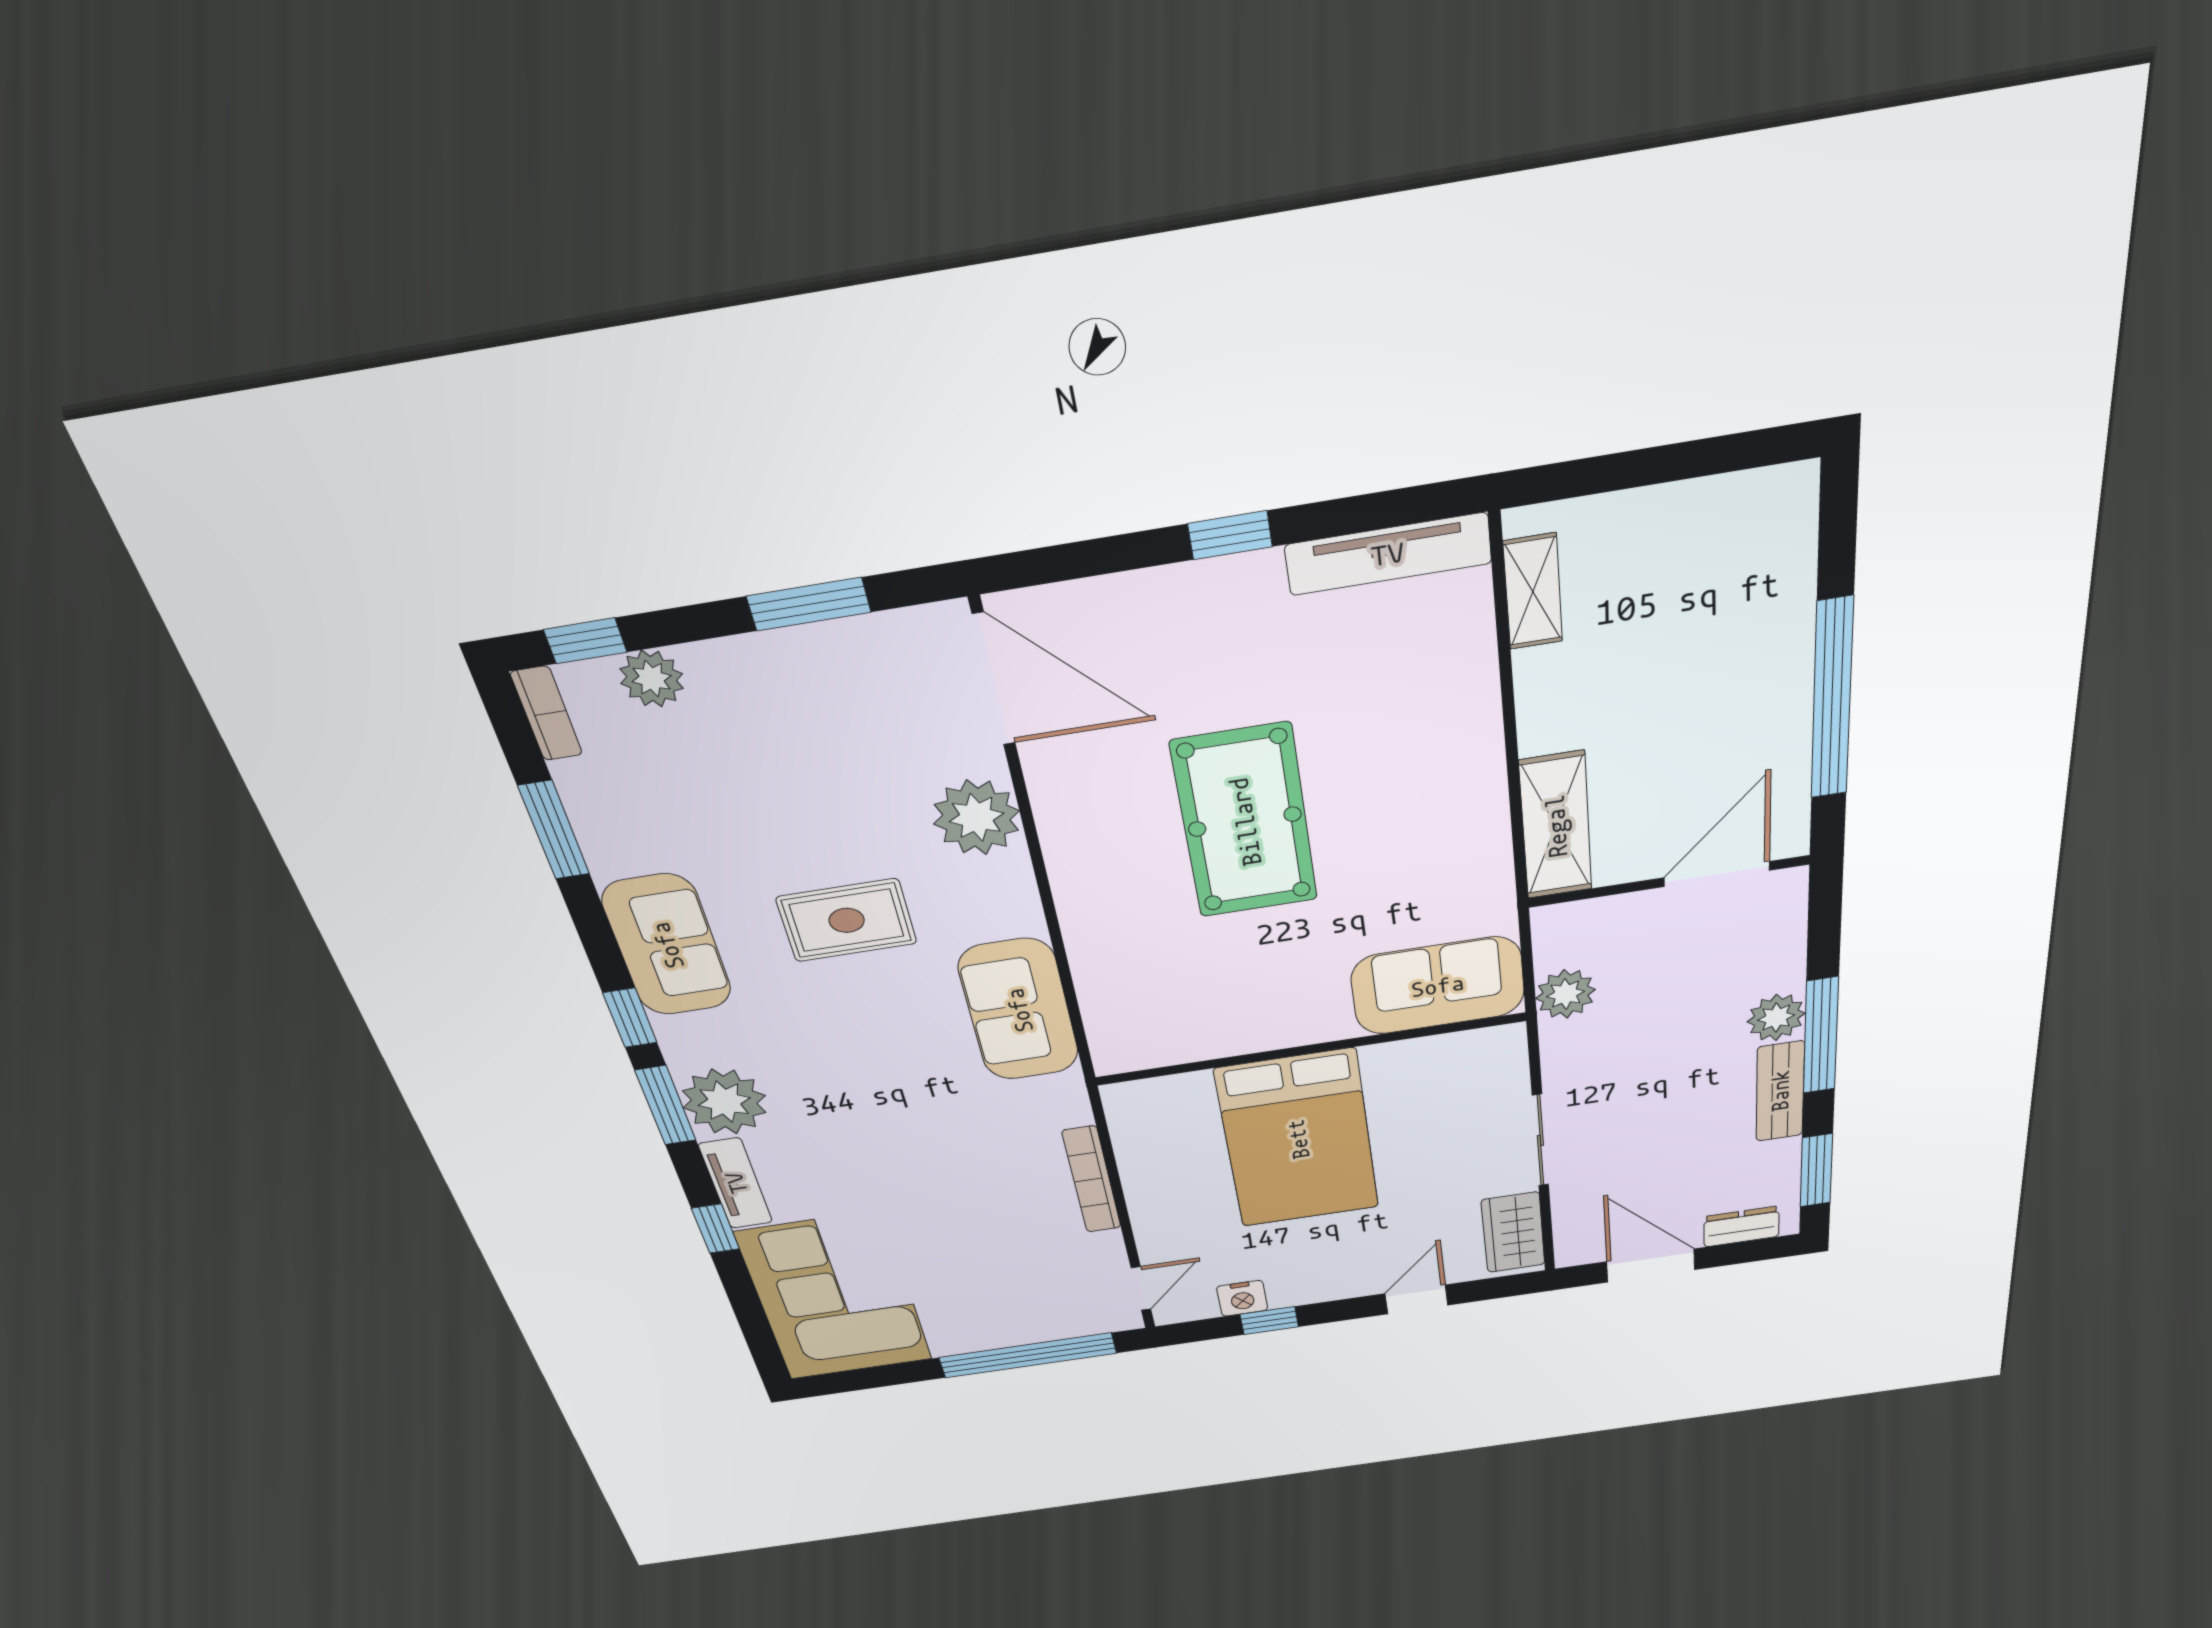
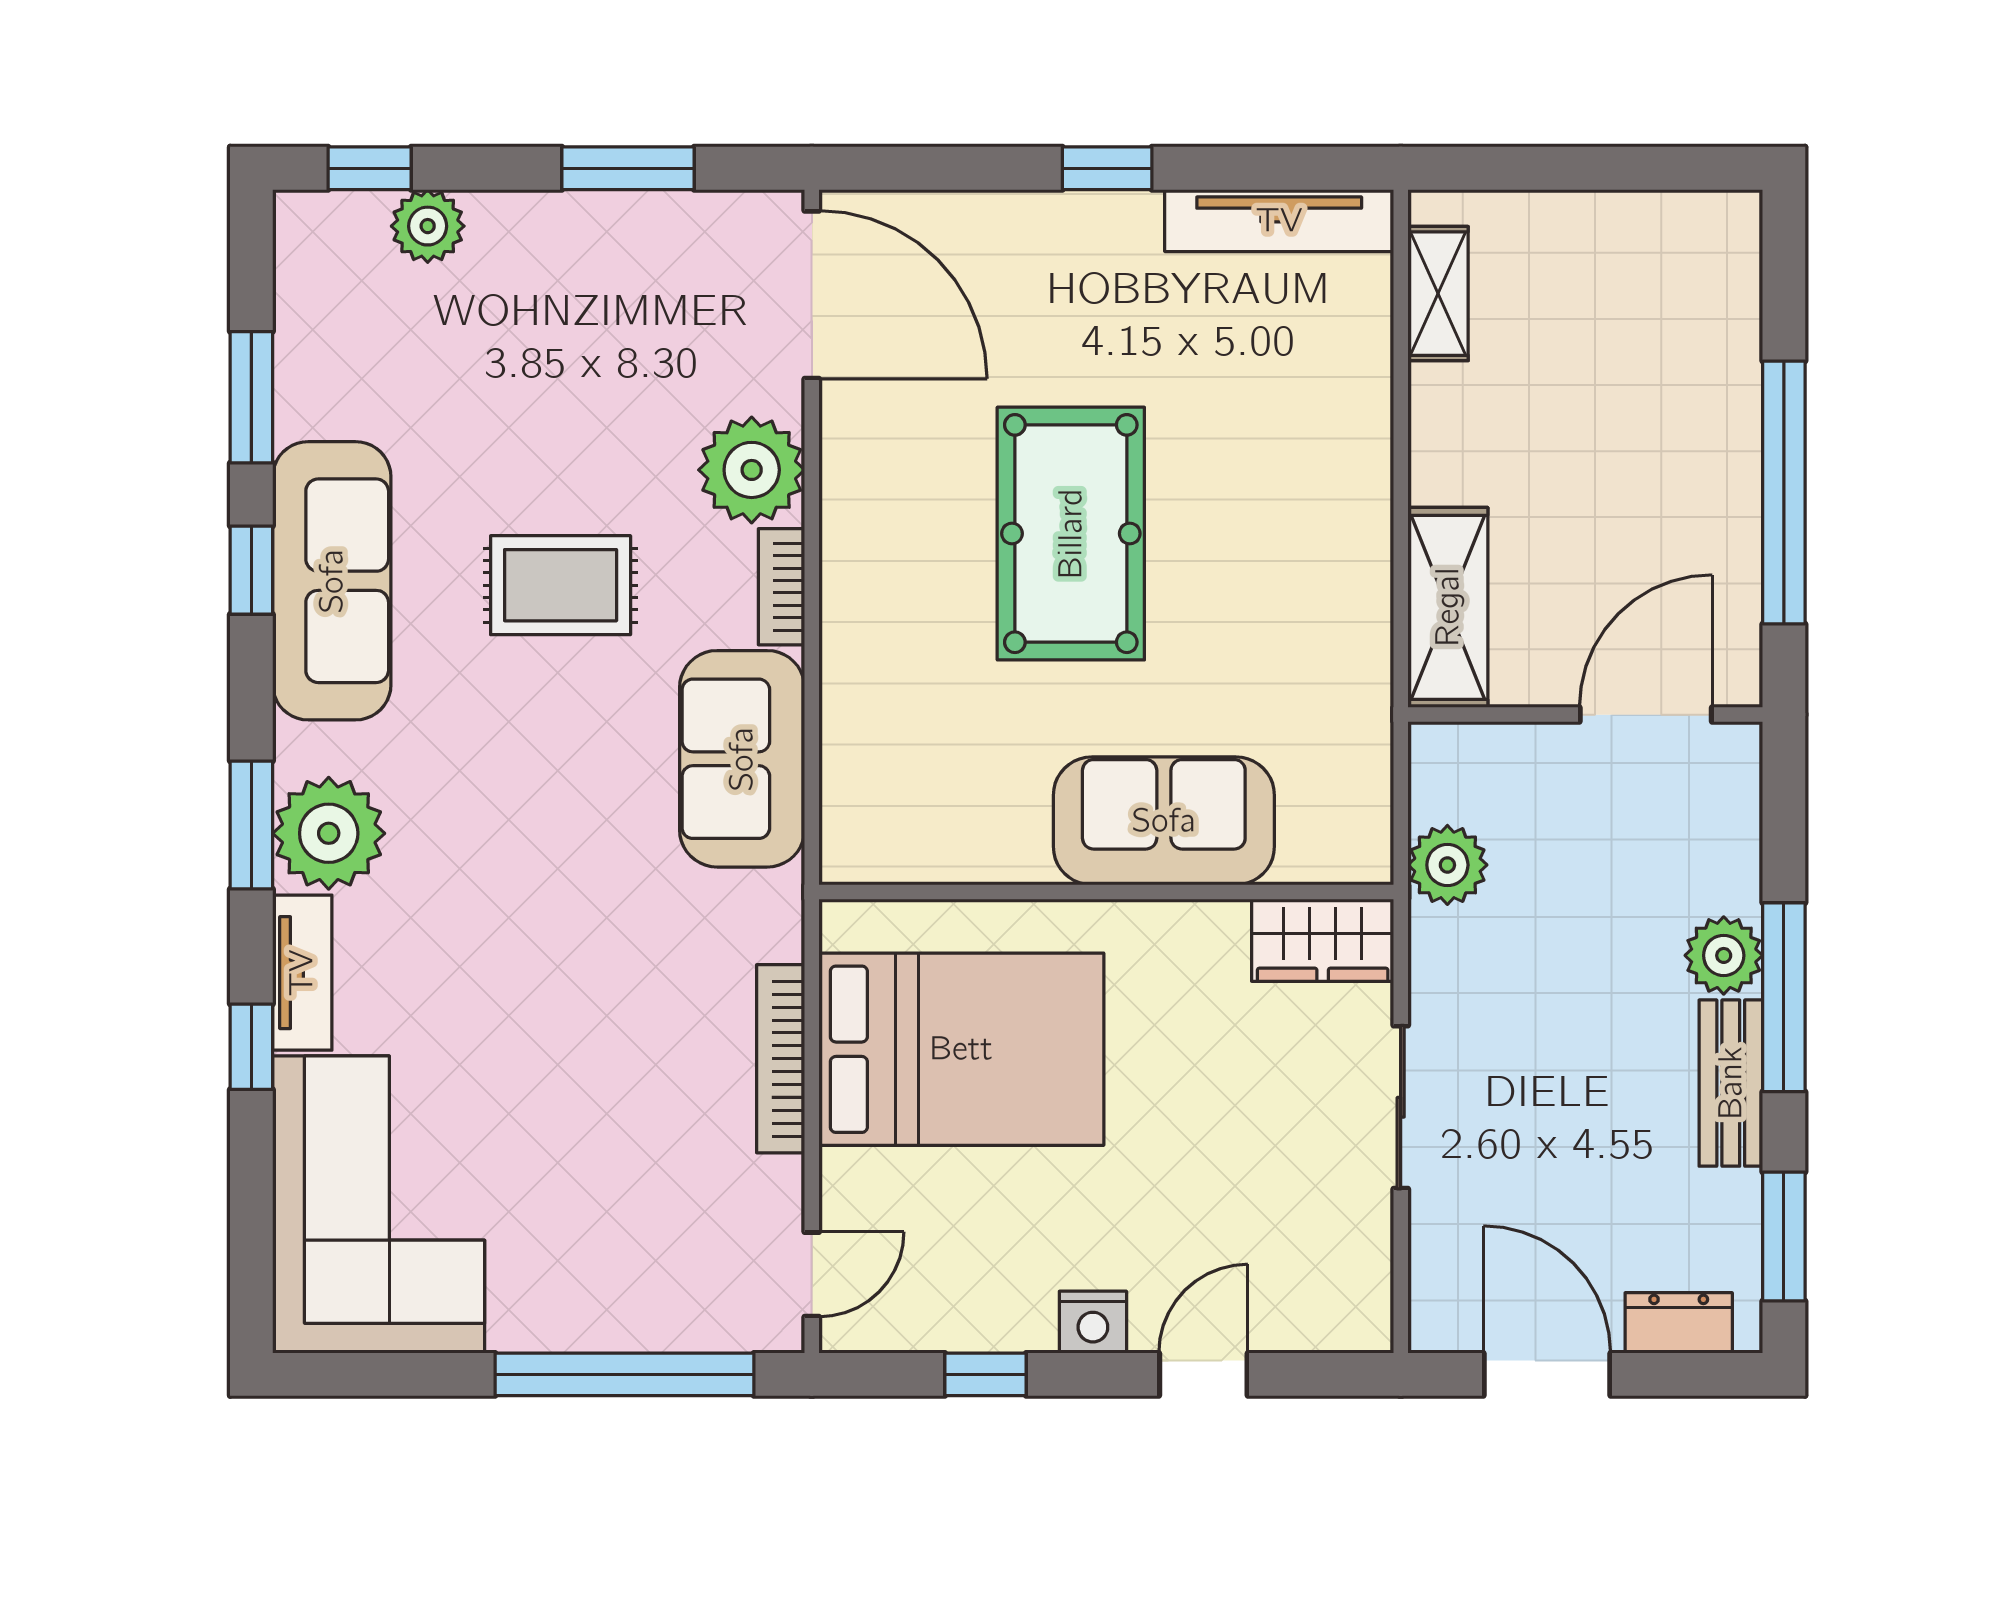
bookcase: (546, 713) -> (782, 587), moved, turned 180
sofa: (667, 945) -> (332, 581), width x1.36
sofa: (1438, 986) -> (1164, 821), moved
window: (630, 1018) -> (251, 570), moved
bed: (1298, 1139) -> (961, 1049), moved, turned -90
wardrobe: (1513, 1232) -> (1323, 940), moved, turned -90
nightstand: (1242, 1298) -> (1093, 1322), moved

